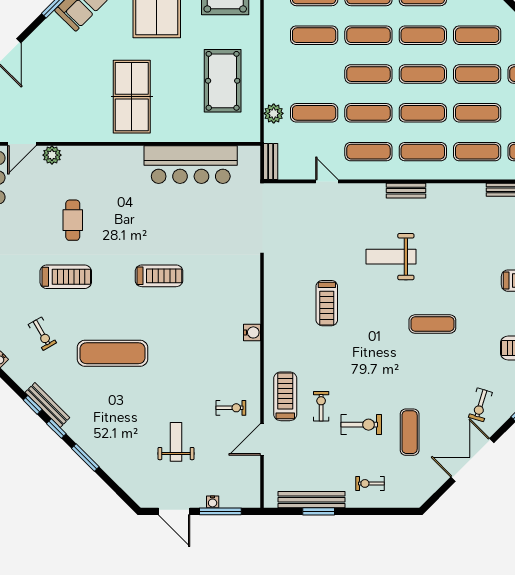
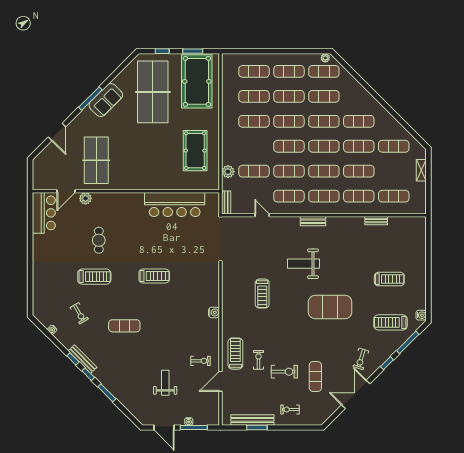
table tennis table: (132, 97) -> (96, 160), moved
exercise mat: (432, 324) -> (330, 307), width x2.00, depth x1.45
exercise mat: (113, 353) -> (124, 326), width x0.73, depth x0.69

